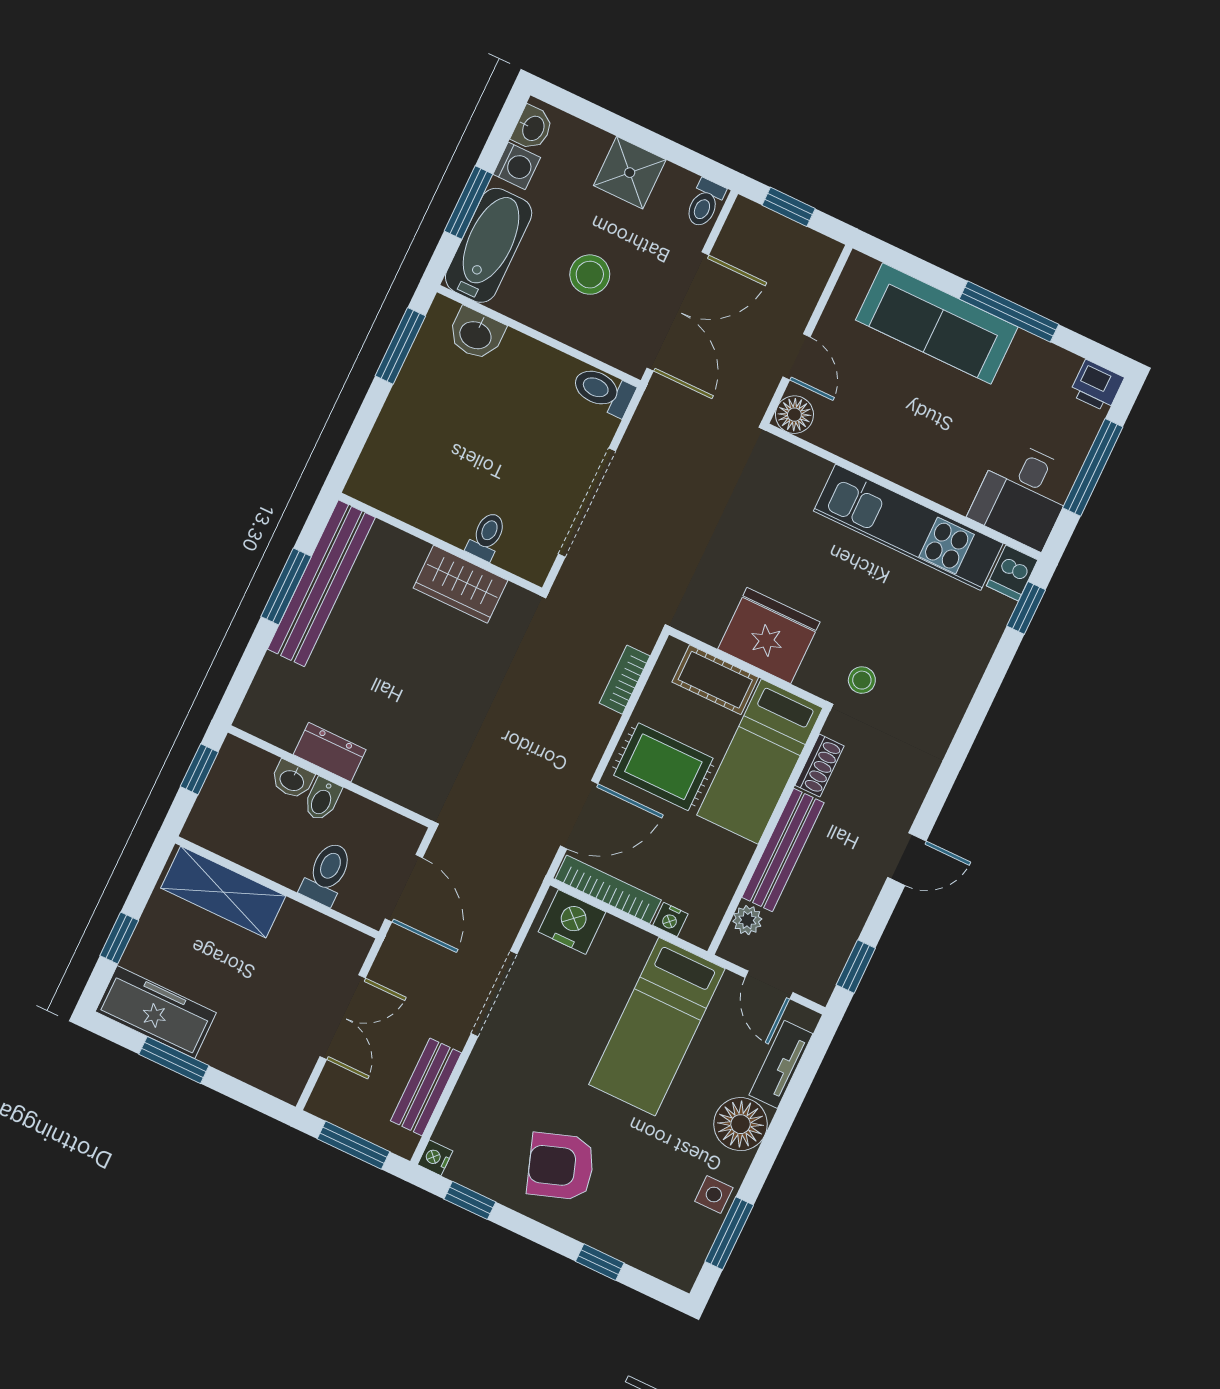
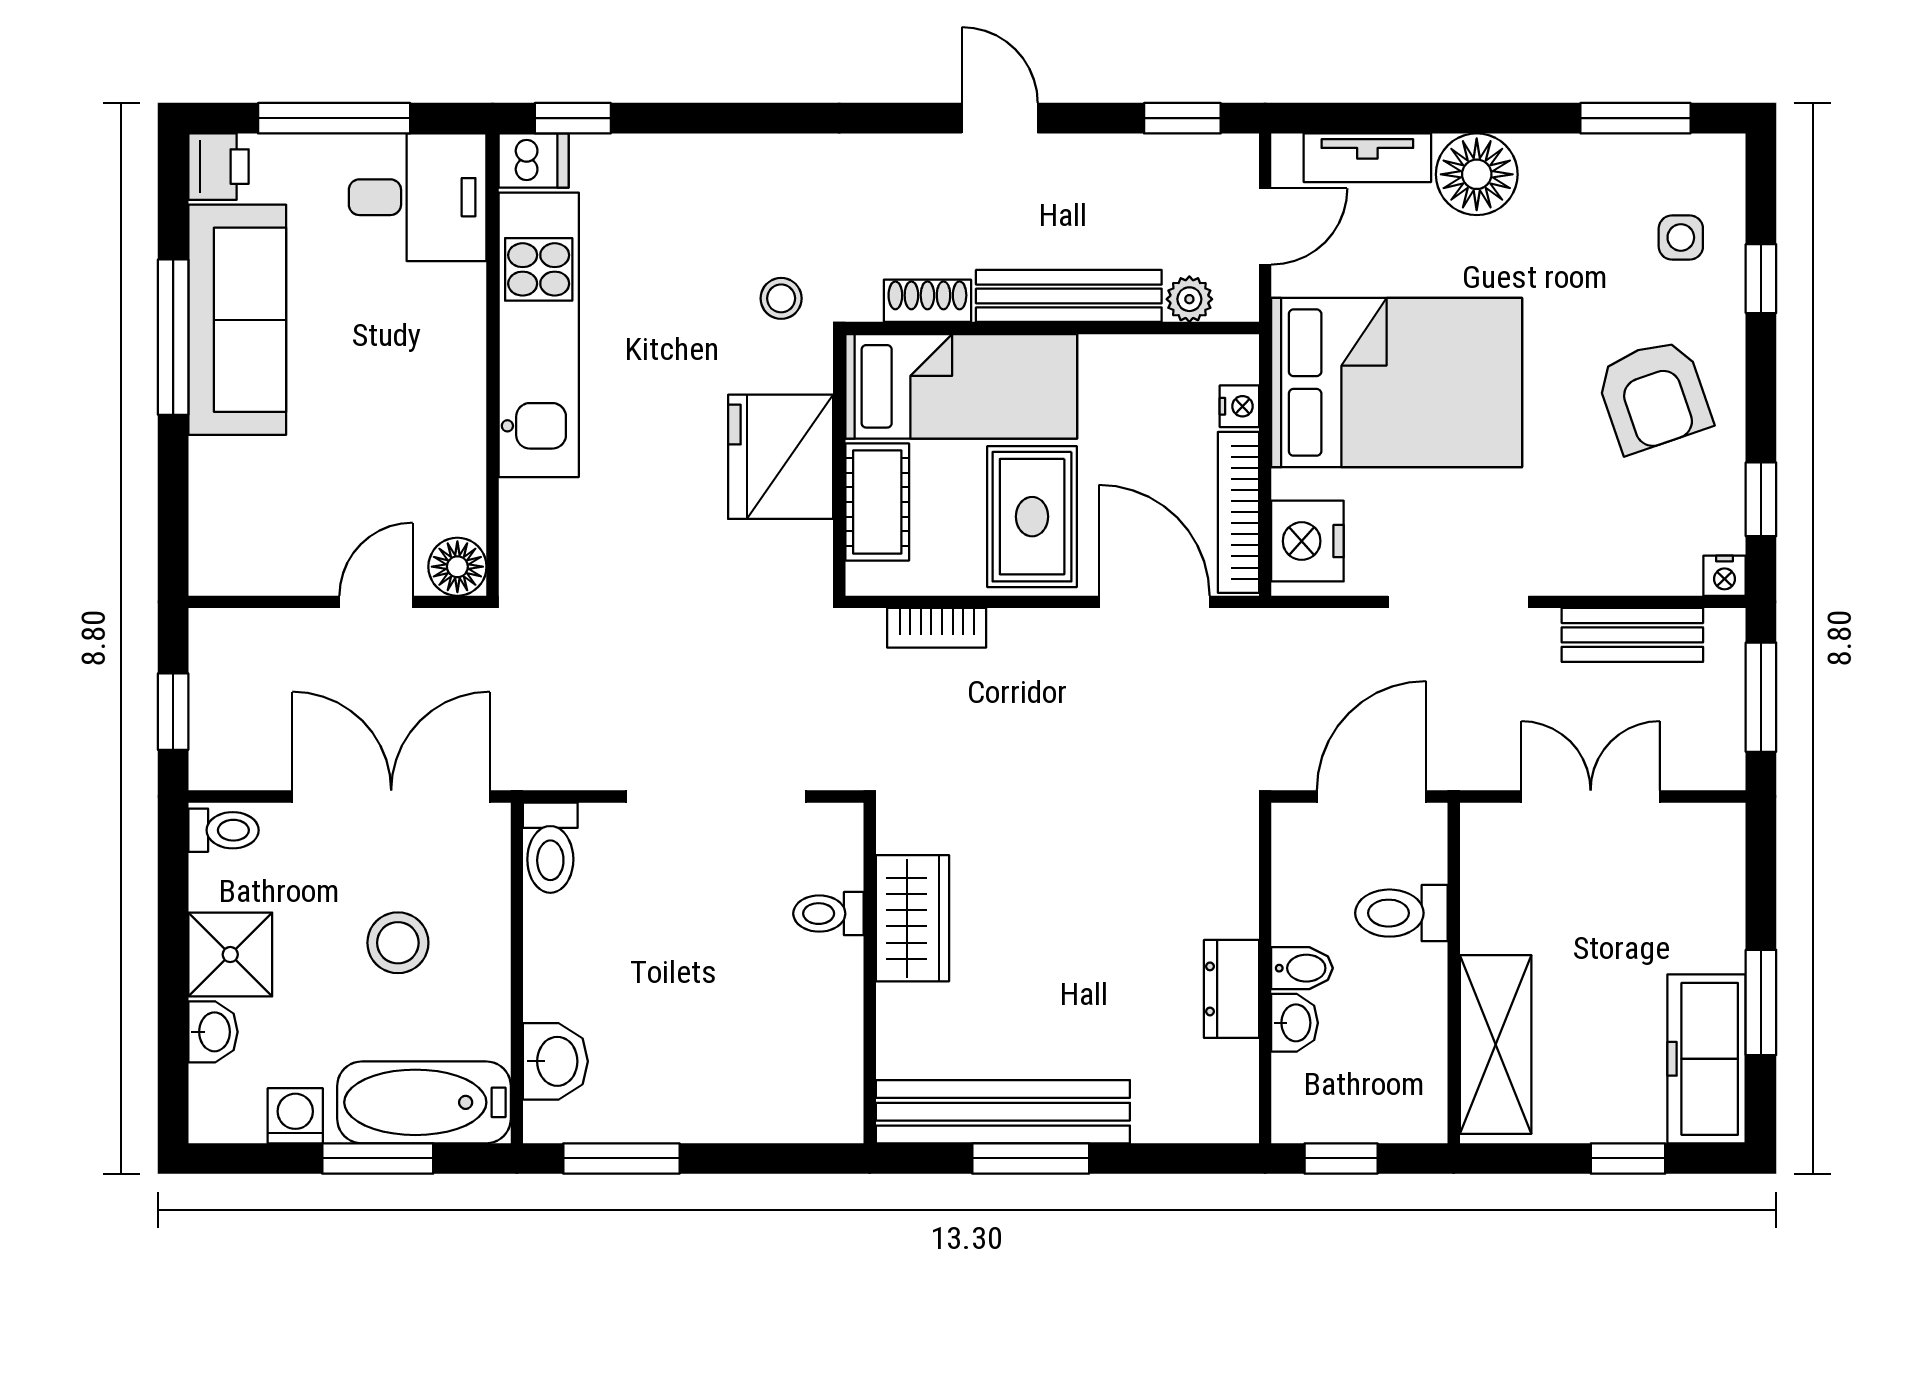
washbasin: (533, 128) -> (213, 1032), moved, turned 90
sofa: (937, 323) -> (237, 320), moved
bed: (657, 1027) -> (1397, 383), width x1.50
side table: (714, 1195) -> (1681, 237), moved

